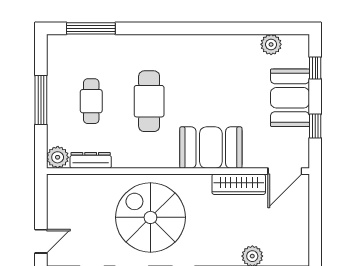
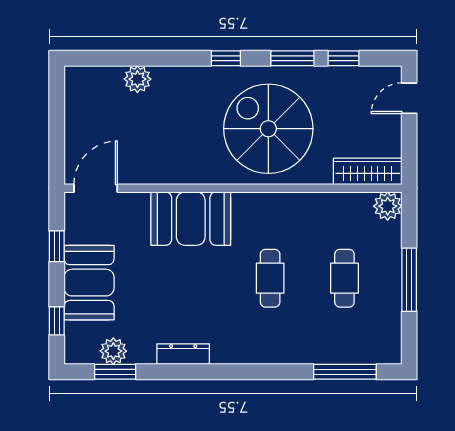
window: (270, 28) -> (115, 372), added
cafe table: (149, 101) -> (270, 278), width x0.73, depth x0.74
dresser: (91, 160) -> (183, 354), moved, turned 180
wardrobe: (239, 184) -> (368, 171), moved
spiral stairs: (150, 217) -> (268, 129), turned 180

